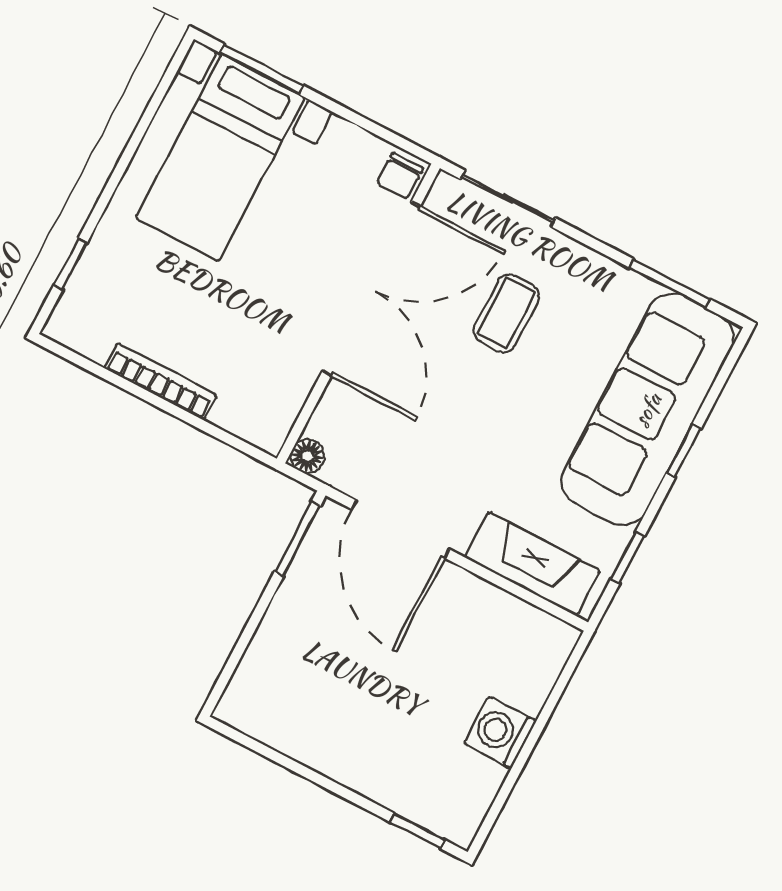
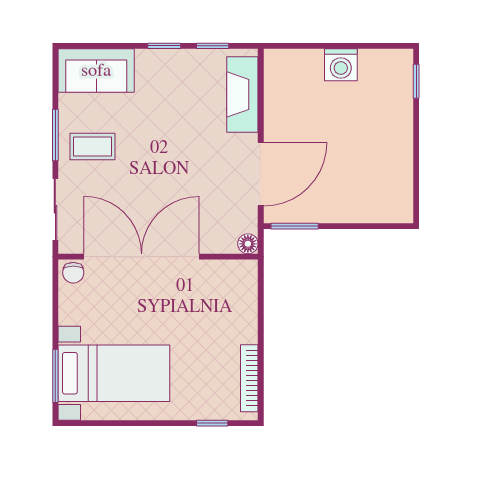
chair: (400, 176) -> (73, 273), turned 90
window: (670, 283) -> (55, 135), moved
coffee table: (506, 313) -> (92, 147), moved
bookcase: (161, 382) -> (249, 378), moved
sofa: (647, 410) -> (96, 71), width x0.54, depth x0.79
window: (684, 451) -> (164, 46), moved

